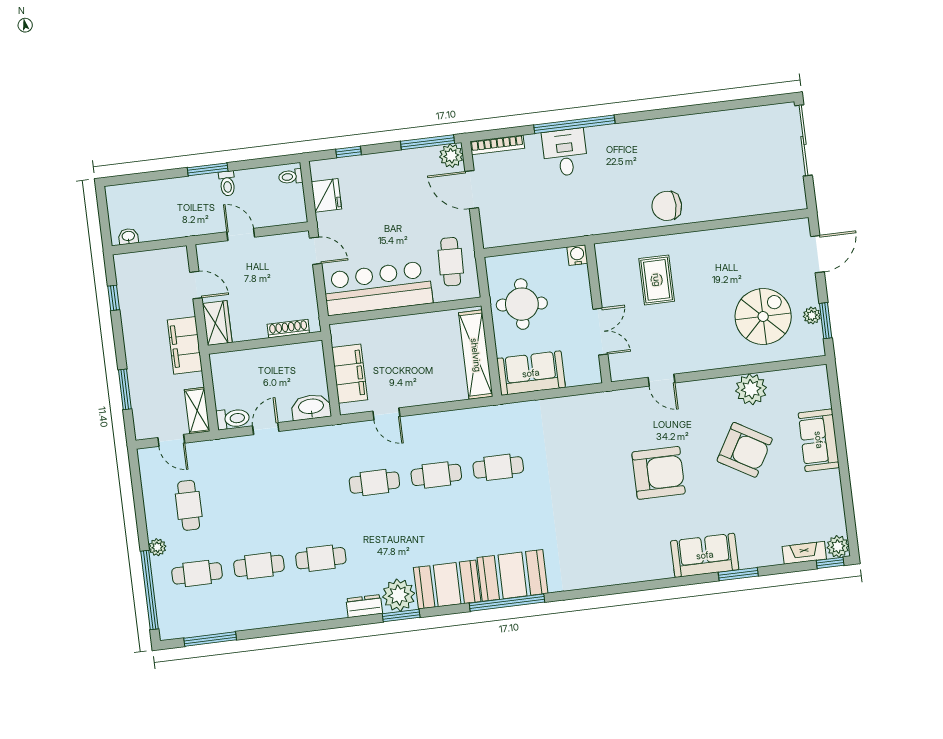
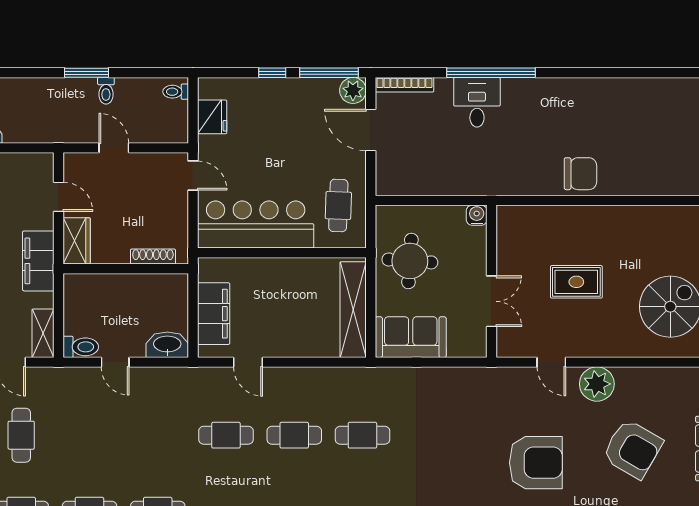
window: (348, 152) -> (272, 73), moved
chair: (667, 206) -> (580, 174), turned 180
rug: (657, 280) -> (576, 282), moved, turned 90
plant: (751, 389) -> (597, 384), moved
door: (266, 429) -> (115, 362), swing flipped

